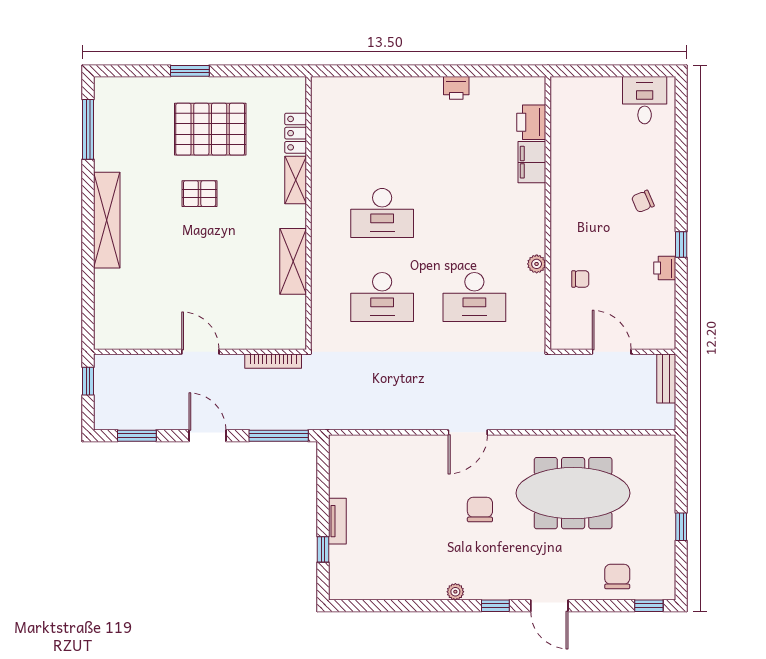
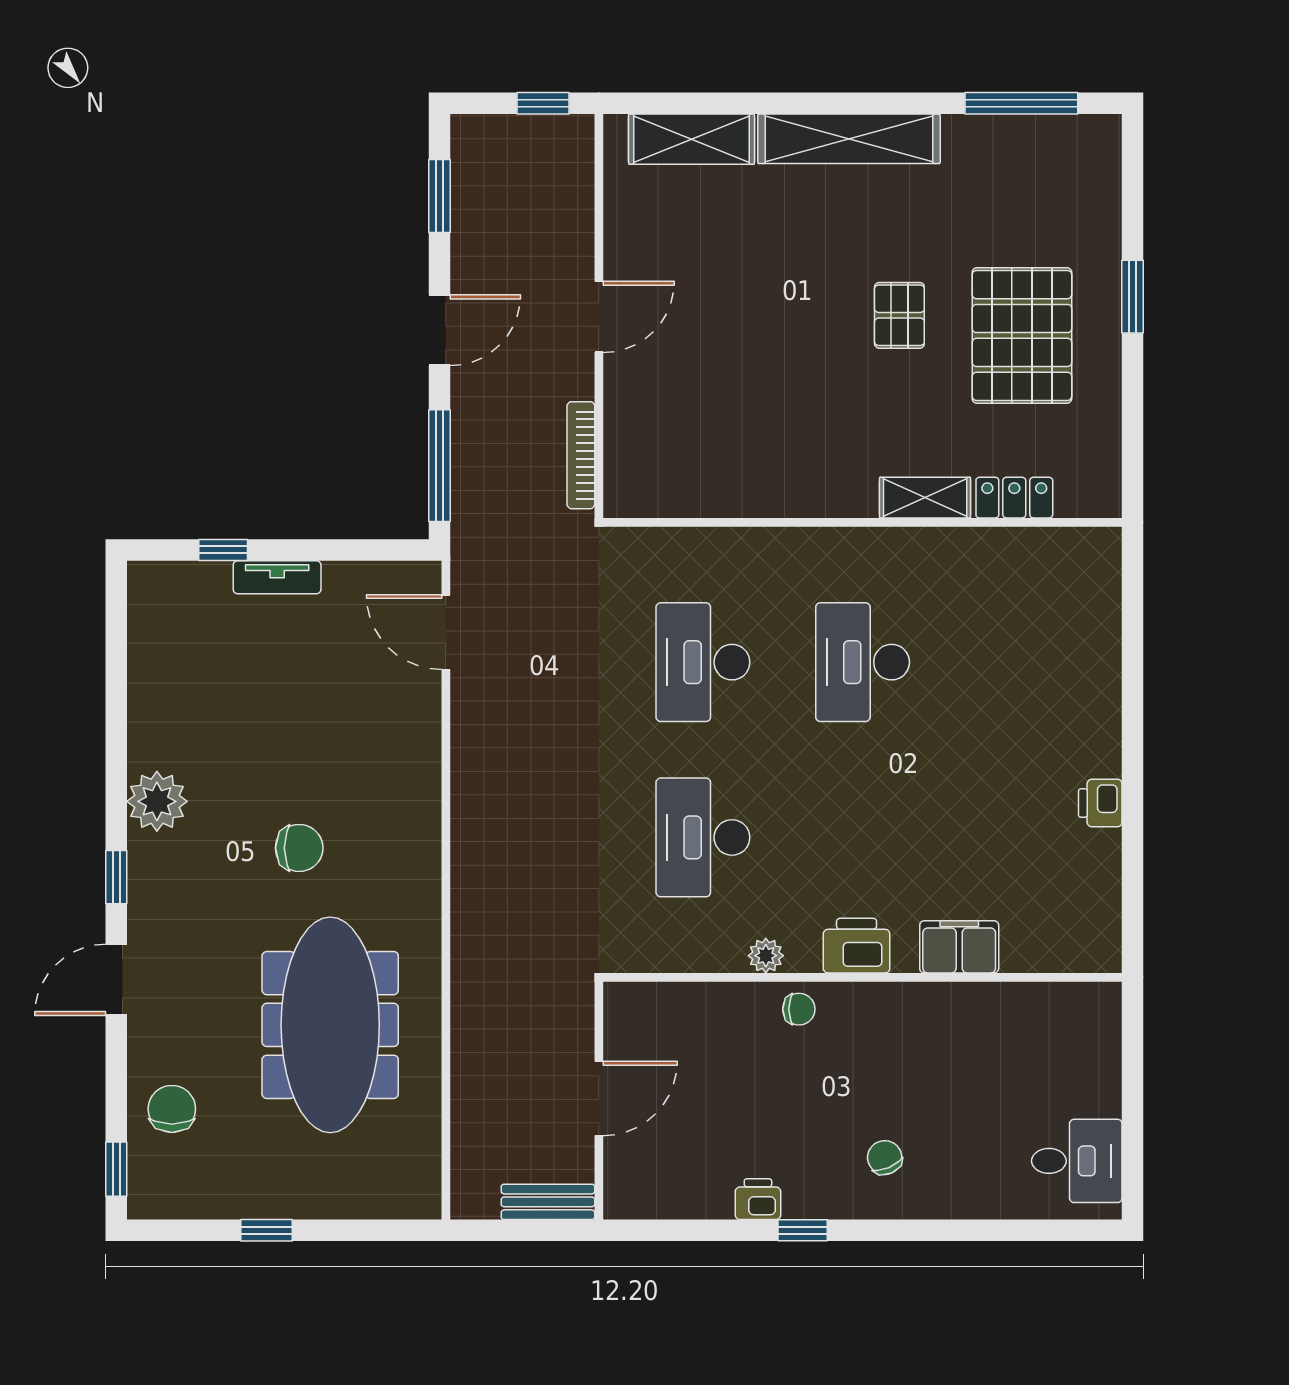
printer: (531, 122) -> (857, 946), moved
shelving: (293, 261) -> (692, 139), moved
chair: (580, 279) -> (799, 1009), moved, turned -90
door: (468, 432) -> (446, 632), moved
chair: (617, 576) -> (172, 1109), turned -90
plant: (455, 592) -> (157, 801), width x1.87, depth x1.87

